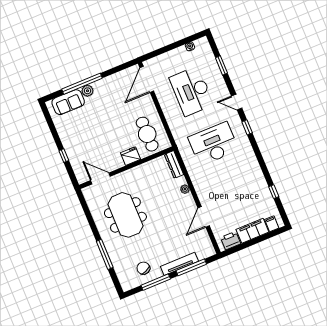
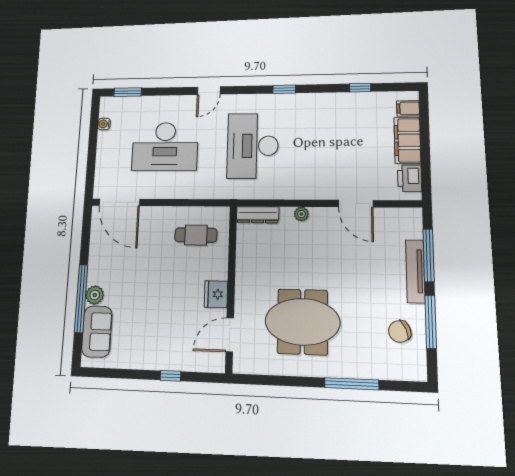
window: (221, 65) -> (128, 92), moved
window: (247, 127) -> (284, 89), moved
cafe table: (147, 134) -> (196, 235), width x0.73, depth x0.74
fridge: (131, 156) -> (216, 294), moved

